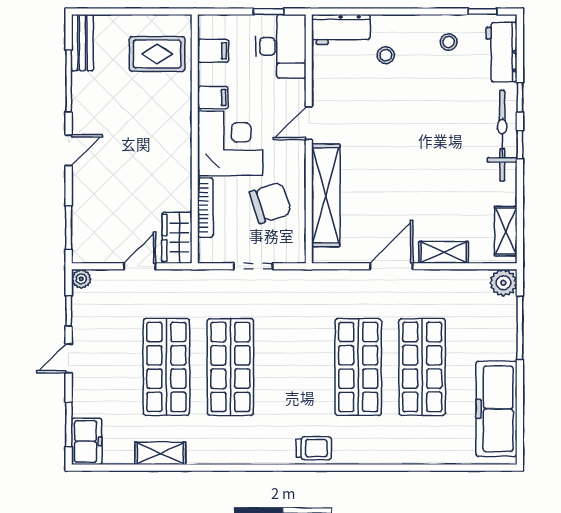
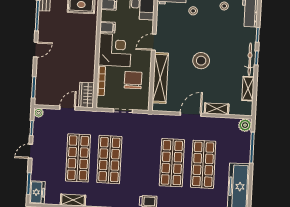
bicycle: (502, 136) -> (250, 59), width x0.73, depth x0.71
stool: (407, 156) -> (201, 61), added
chair: (270, 203) -> (133, 80), turned -72
shelving: (506, 231) -> (248, 89), moved

